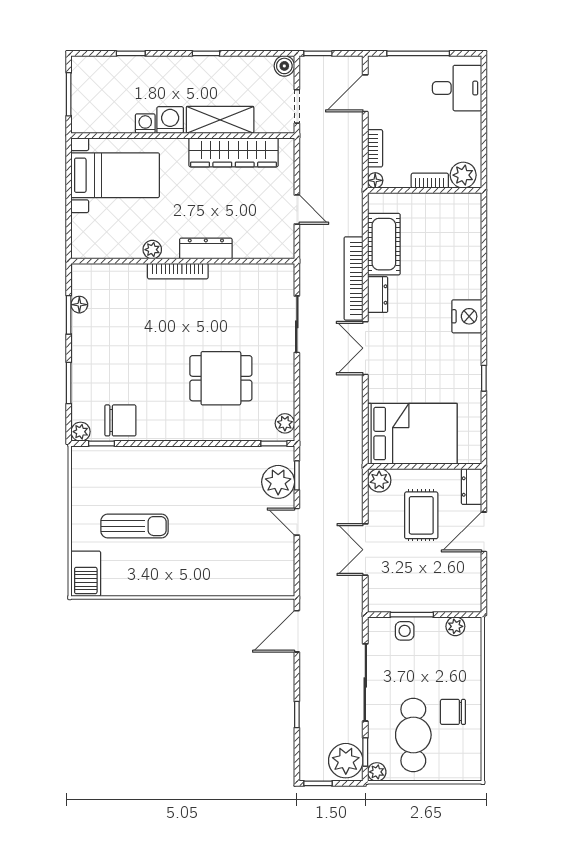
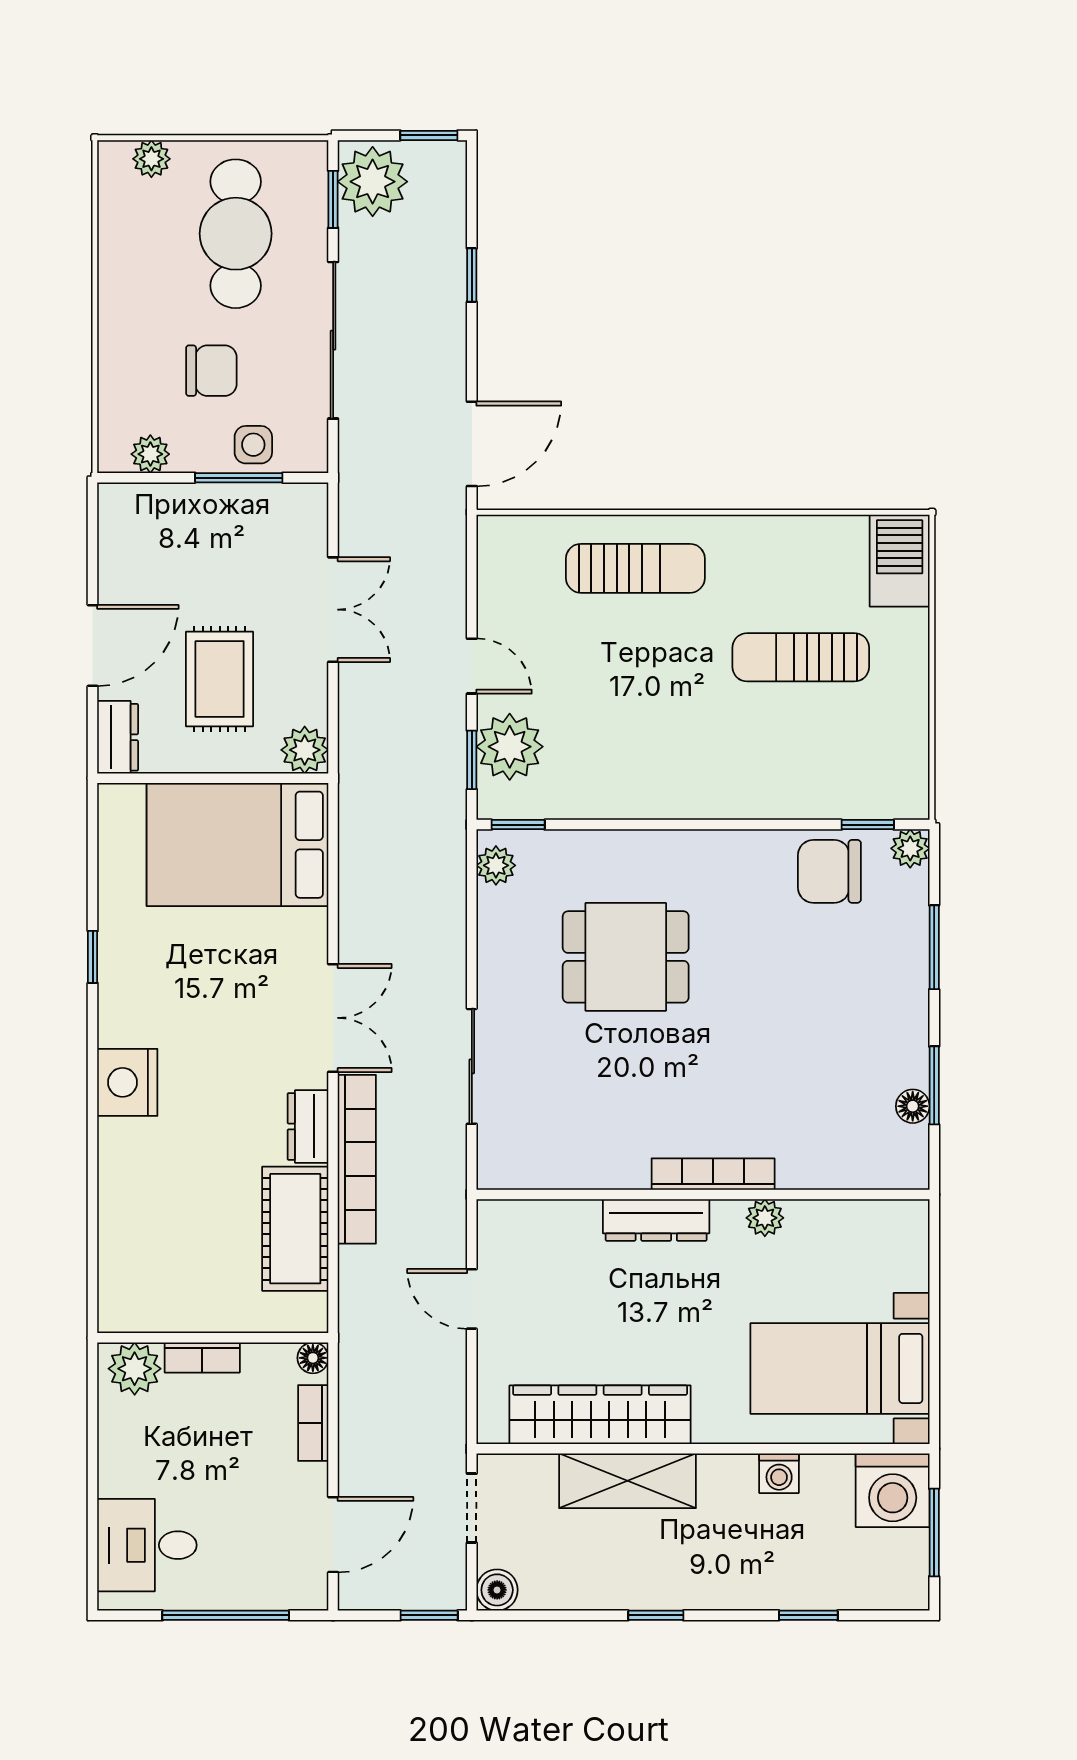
washing machine: (170, 120) -> (893, 1490), moved, width x1.37, depth x1.37
sun lounger: (216, 570) -> (635, 568), added
chair: (453, 712) -> (211, 371), moved
plant: (377, 772) -> (151, 159), moved

